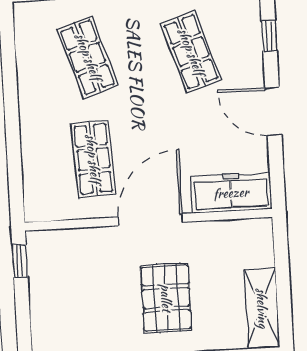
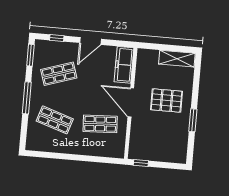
shop shelf: (88, 57) -> (55, 120), turned 36

